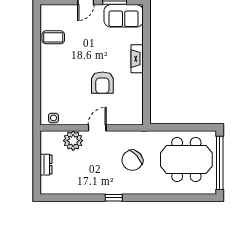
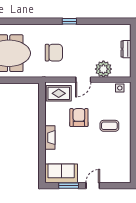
coffee table: (53, 37) -> (109, 126), moved
rug: (127, 112) -> (59, 93), added
chair: (132, 160) -> (54, 53), turned 42

